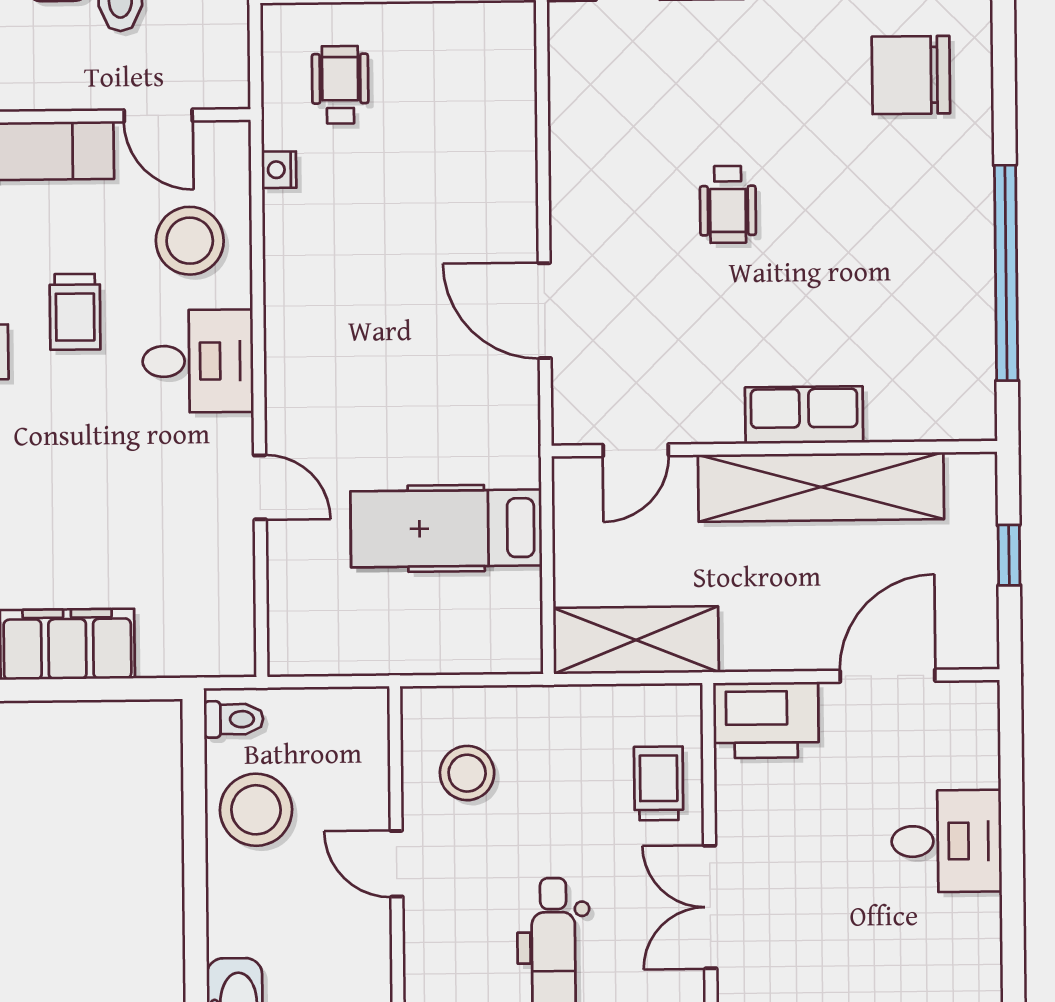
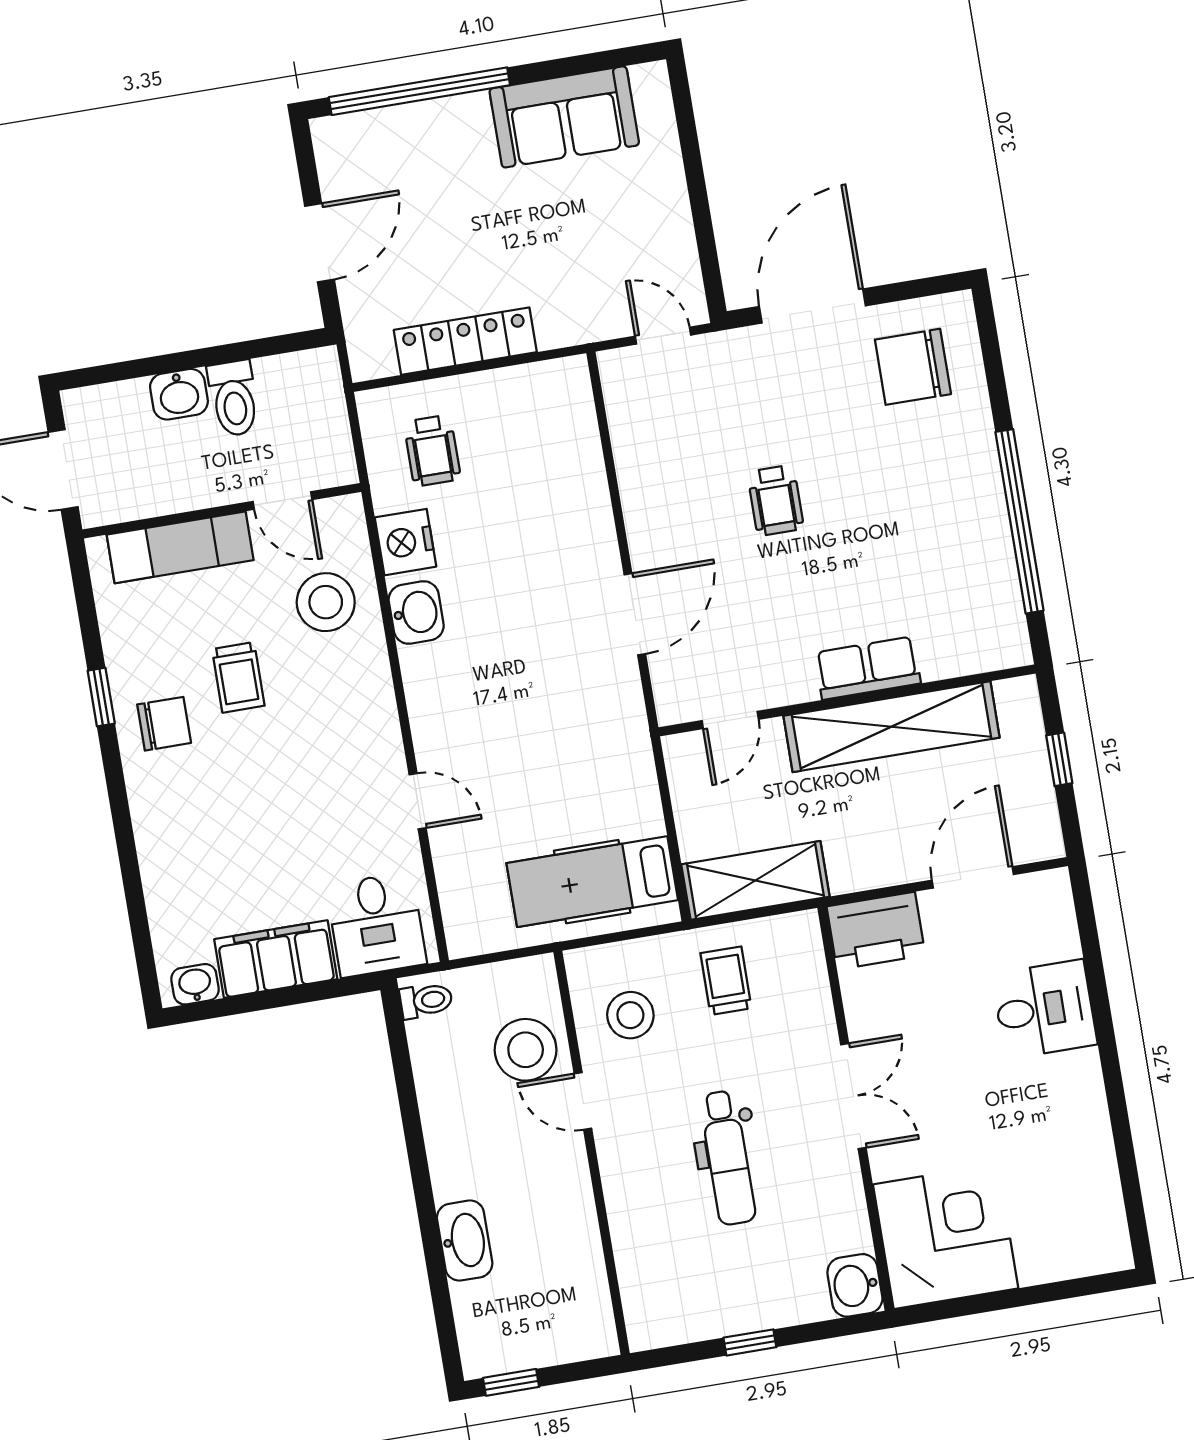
wheelchair: (340, 85) -> (432, 451), turned 180
nightstand: (279, 170) -> (406, 542), width x1.89, depth x1.79
washbasin: (292, 269) -> (416, 612), added
door: (545, 311) -> (635, 614), swing flipped
desk: (198, 361) -> (376, 925), moved, turned 90
hospital bed: (446, 528) -> (592, 882), moved
trolley: (659, 783) -> (726, 981), moved
stool: (256, 810) -> (526, 1050), moved
double door: (710, 907) -> (853, 1096), swing flipped

